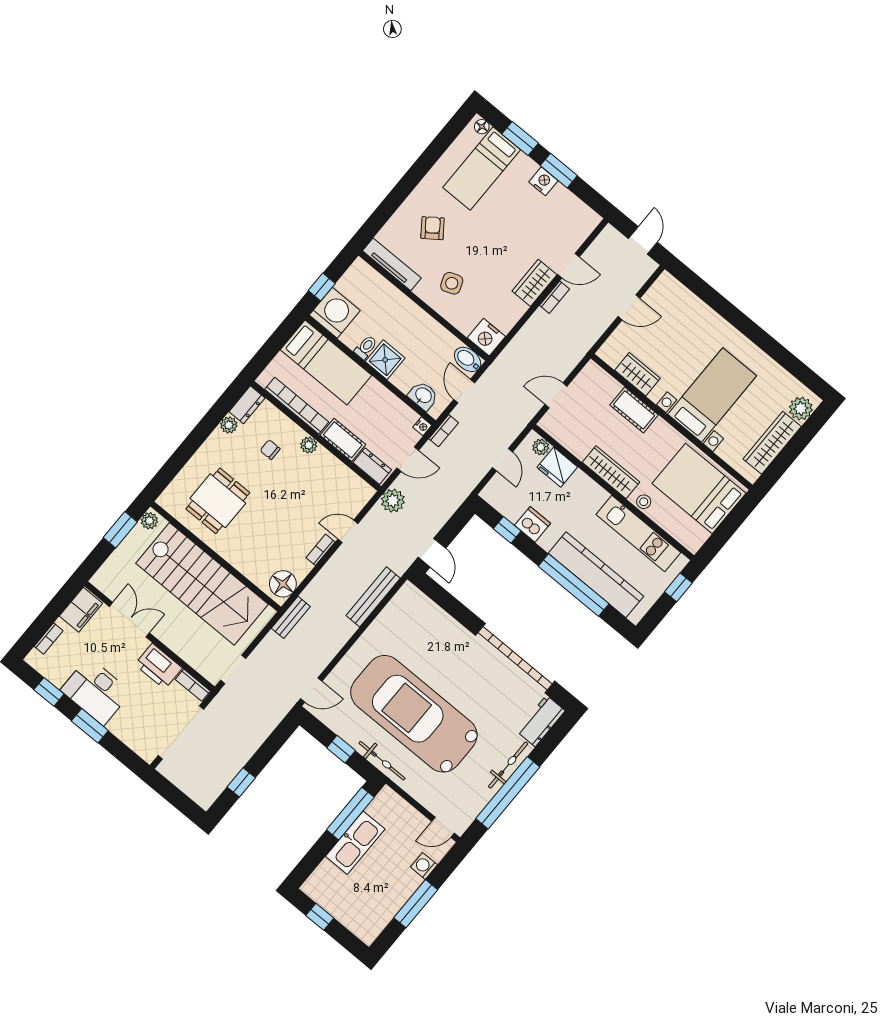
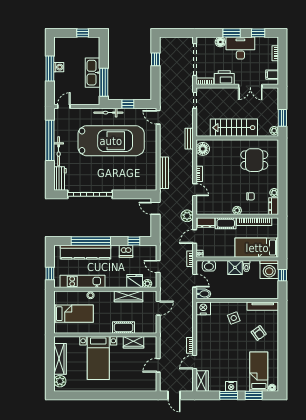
wardrobe: (534, 283) -> (202, 381), moved
wardrobe: (611, 472) -> (128, 296), moved
bed: (699, 488) -> (74, 314), width x0.67
dining table: (218, 501) -> (254, 160), turned 90
door: (348, 531) -> (195, 190), hinge flipped
stairs: (202, 584) -> (234, 128), width x0.73, depth x0.66
filing cabinet: (81, 610) -> (272, 75), width x0.50
door: (311, 690) -> (158, 117), hinge flipped
floor lamp: (119, 726) -> (220, 42), added
washing machine: (424, 866) -> (59, 67), moved

